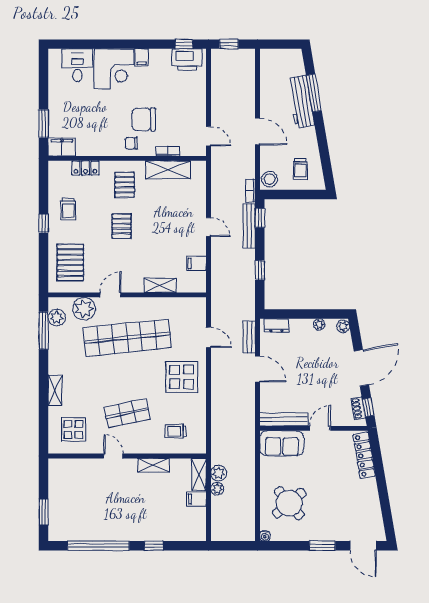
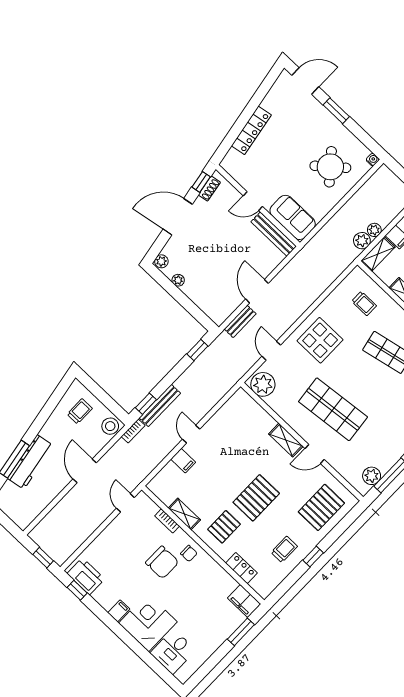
shelving: (168, 170) -> (184, 514), width x0.67, depth x0.75
pallet: (122, 226) -> (256, 498), width x1.50, depth x1.42
filing cabinet: (196, 263) -> (183, 461), moved
window: (260, 270) -> (197, 350), moved
shelving: (160, 285) -> (286, 440), moved
plant: (84, 309) -> (263, 384), moved
dresser: (276, 325) -> (211, 310), removed
shop shelf: (127, 338) -> (333, 409), width x0.71
locker: (364, 455) -> (251, 130), moved
door: (363, 546) -> (305, 81), hinge flipped

